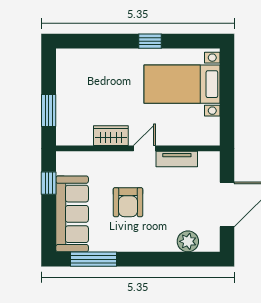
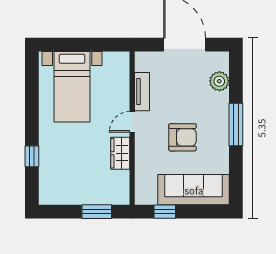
window: (150, 41) -> (32, 156), moved
door: (144, 148) -> (132, 122), hinge flipped
window: (93, 259) -> (236, 124), moved

